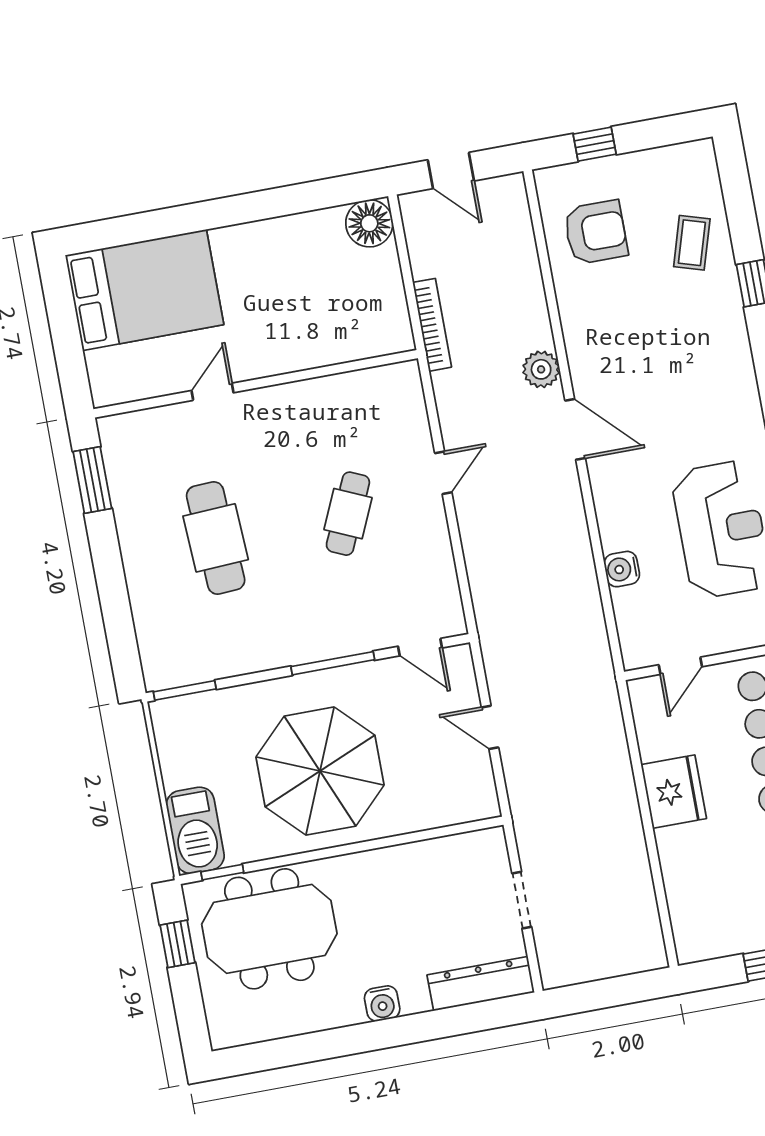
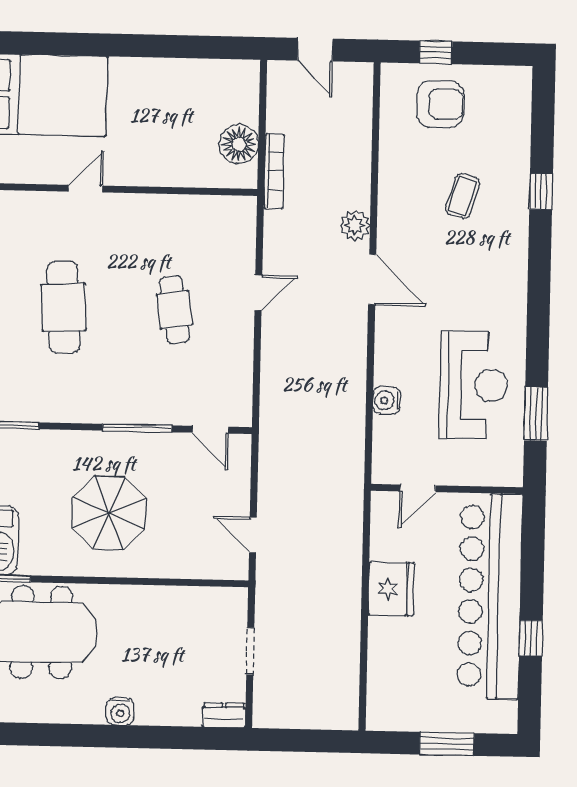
floor lamp: (369, 223) -> (239, 144), moved
armchair: (596, 232) -> (440, 104), moved
coffee table: (692, 243) -> (463, 196), moved
cafe table: (348, 514) -> (175, 310), turned -33
door: (490, 727) -> (253, 535), moved
parasol: (320, 771) -> (109, 513), width x0.73, depth x0.73
dresser: (481, 984) -> (224, 715), width x0.51, depth x0.80

